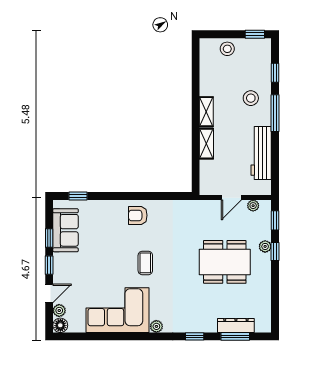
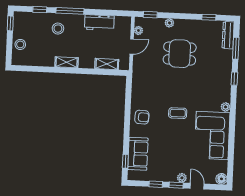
shelving: (206, 144) -> (107, 64), moved
workbench: (261, 153) -> (99, 23), width x0.73
door: (231, 198) -> (132, 46), hinge flipped
armchair: (138, 215) -> (142, 117), turned -87
sofa: (66, 230) -> (138, 154), moved, turned 90
window: (275, 252) -> (209, 17), moved
dining table: (225, 262) -> (180, 54), width x0.73
plant: (59, 310) -> (182, 178), moved
dresser: (236, 325) -> (228, 35), moved

